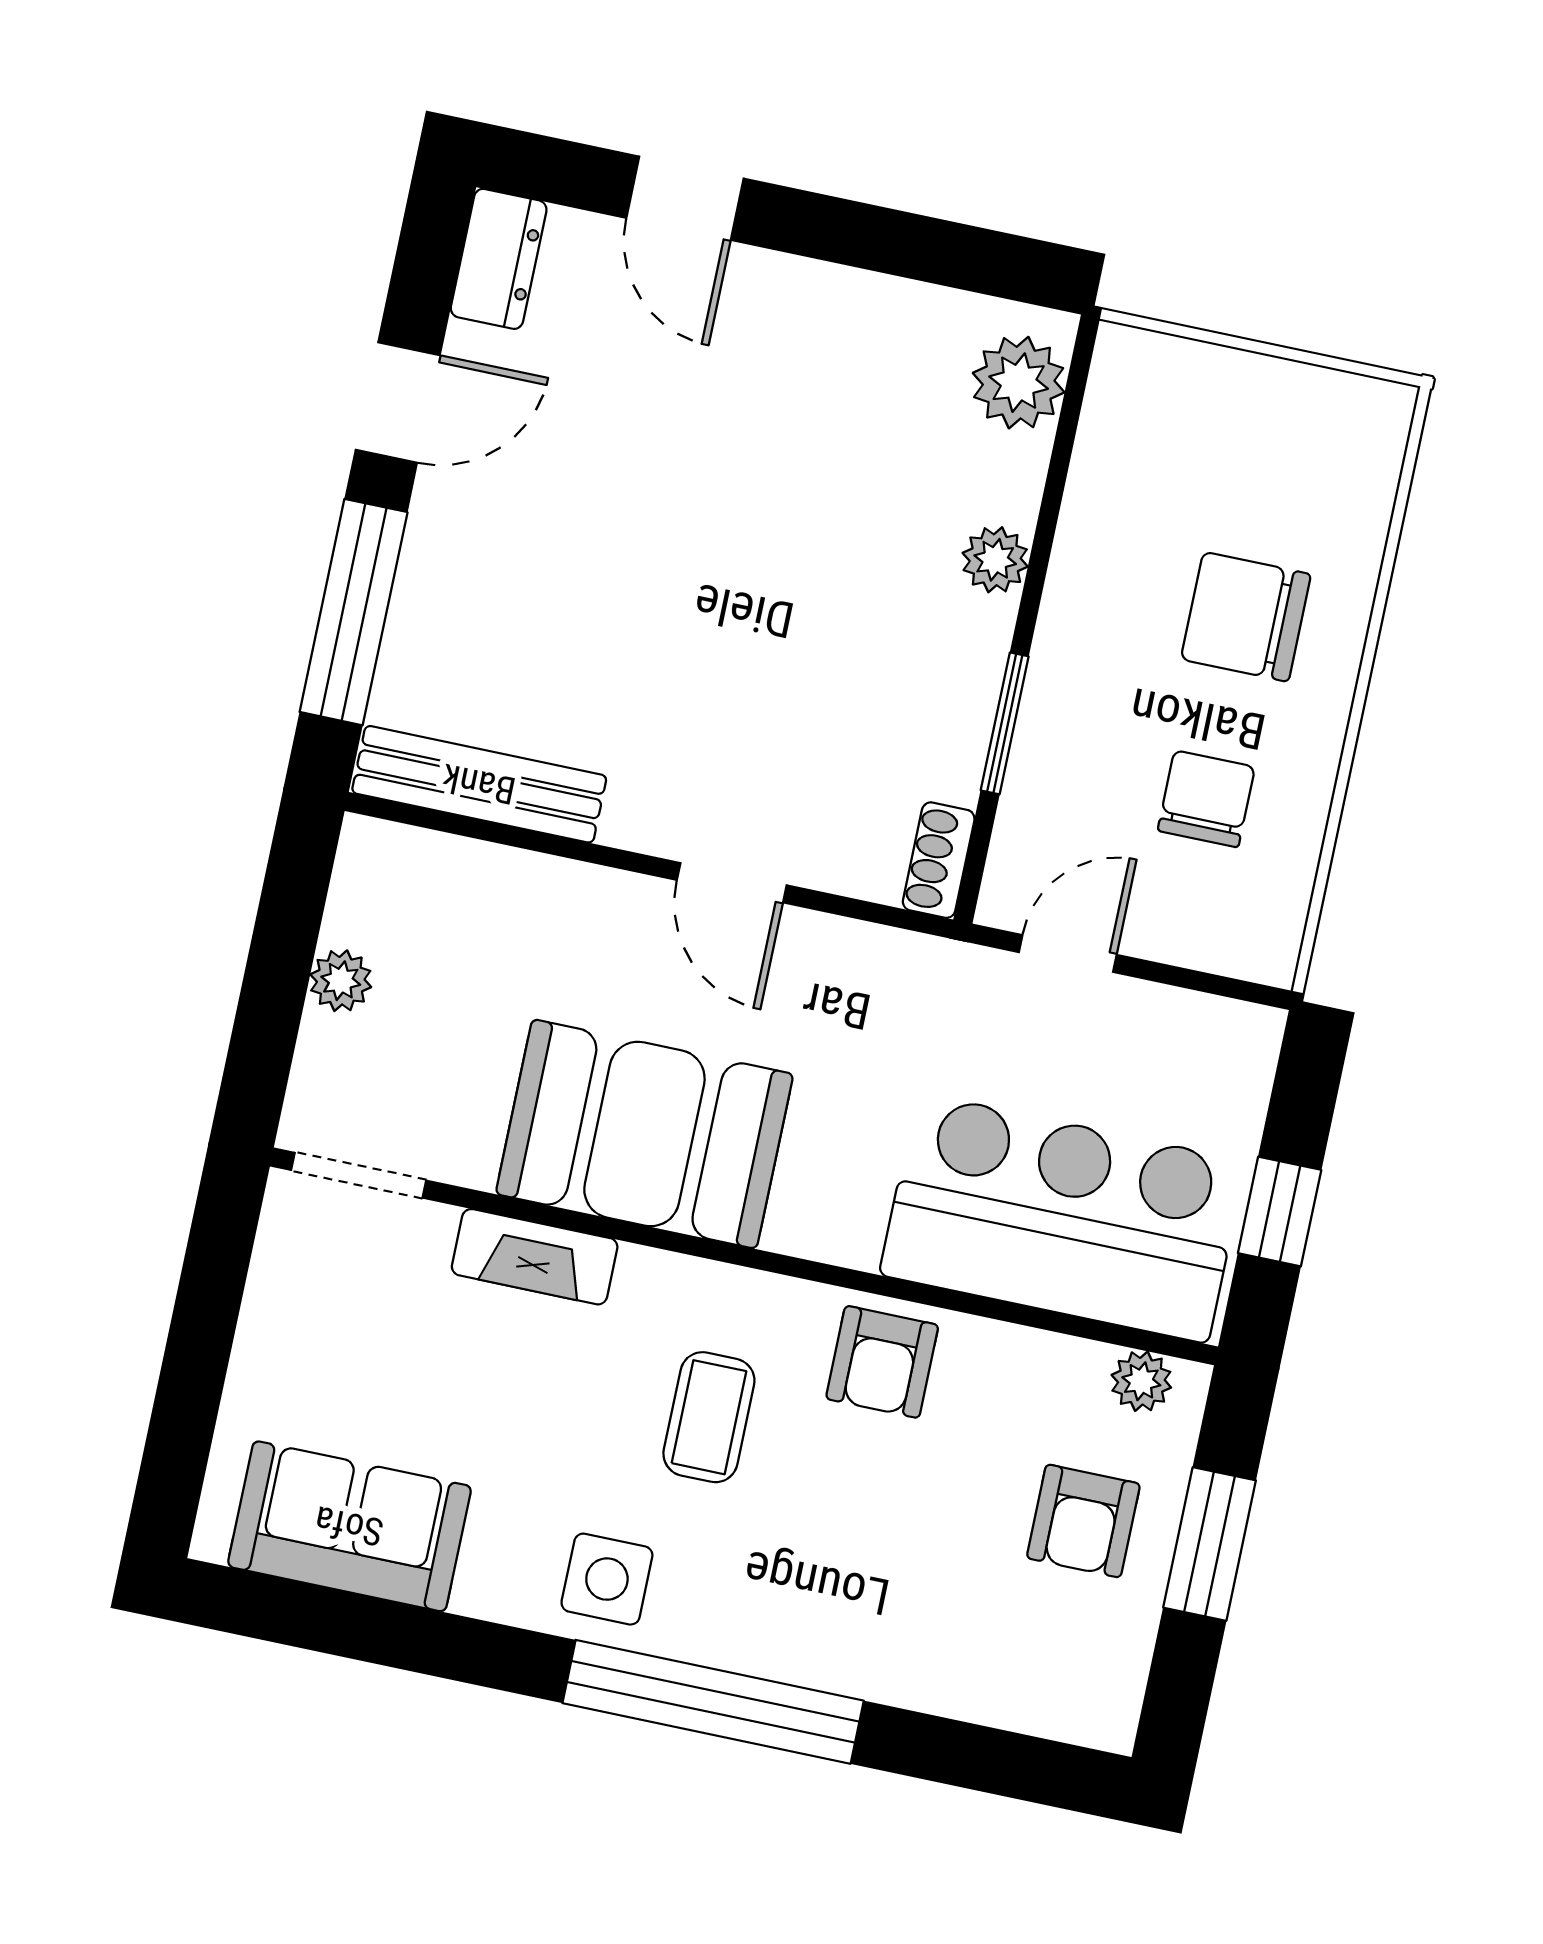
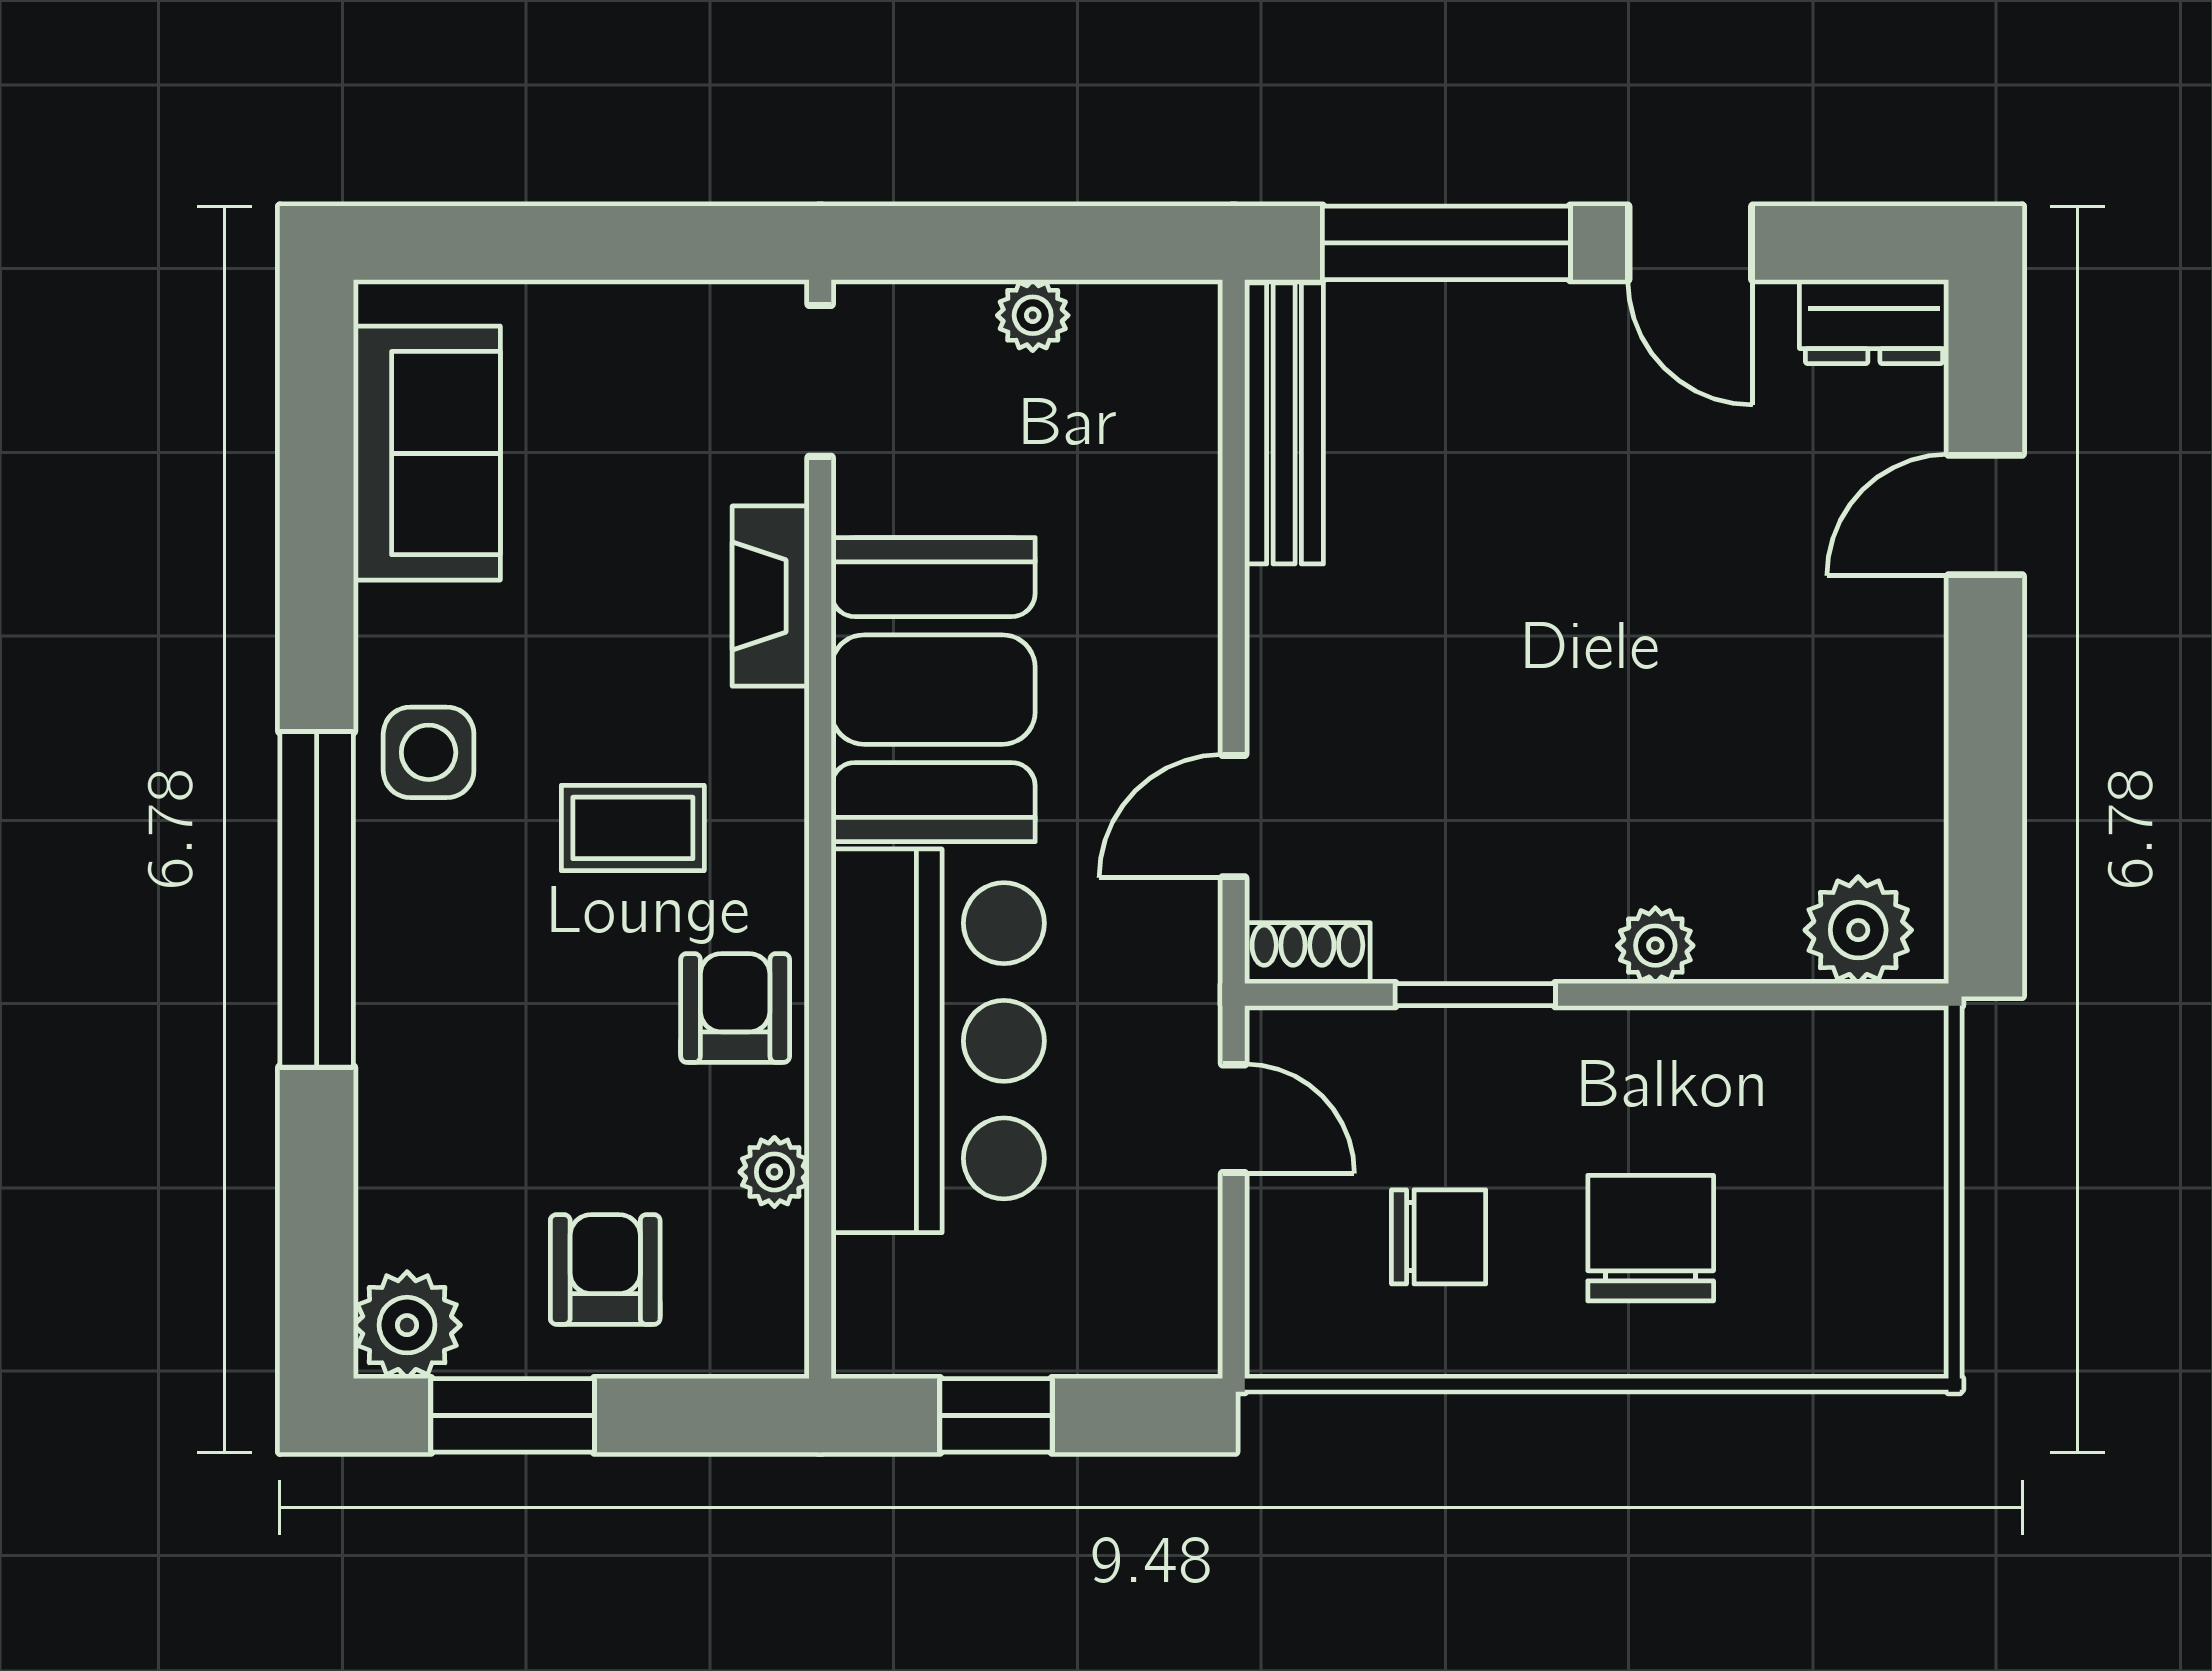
door: (732, 883) -> (1234, 816), moved
bar counter: (1063, 1218) -> (938, 1041), moved
armchair: (882, 1362) -> (735, 1008), turned 90
plant: (1141, 1381) -> (774, 1172), moved
armchair: (1083, 1521) -> (605, 1269), turned 90
window: (1210, 1544) -> (513, 1415), moved
plant: (1095, 1701) -> (407, 1325), added

